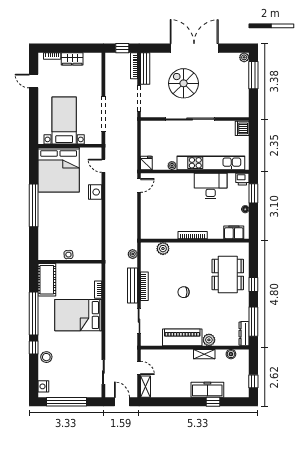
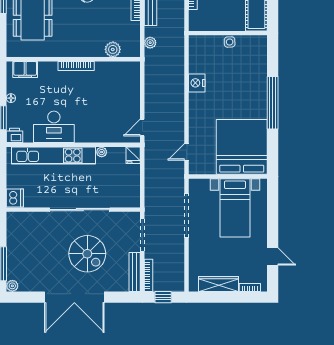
wardrobe: (72, 59) -> (218, 284), width x1.50
door: (103, 166) -> (186, 152), swing flipped
nightstand: (95, 192) -> (197, 83), moved

